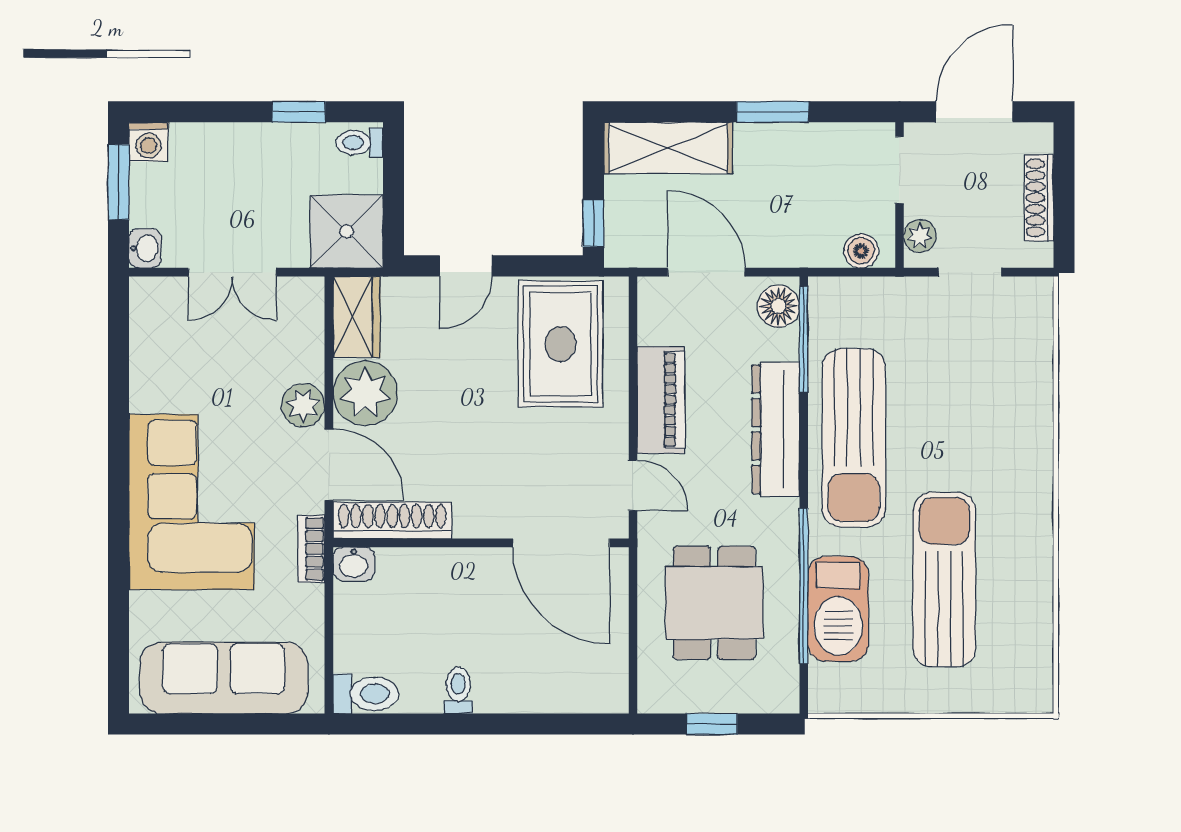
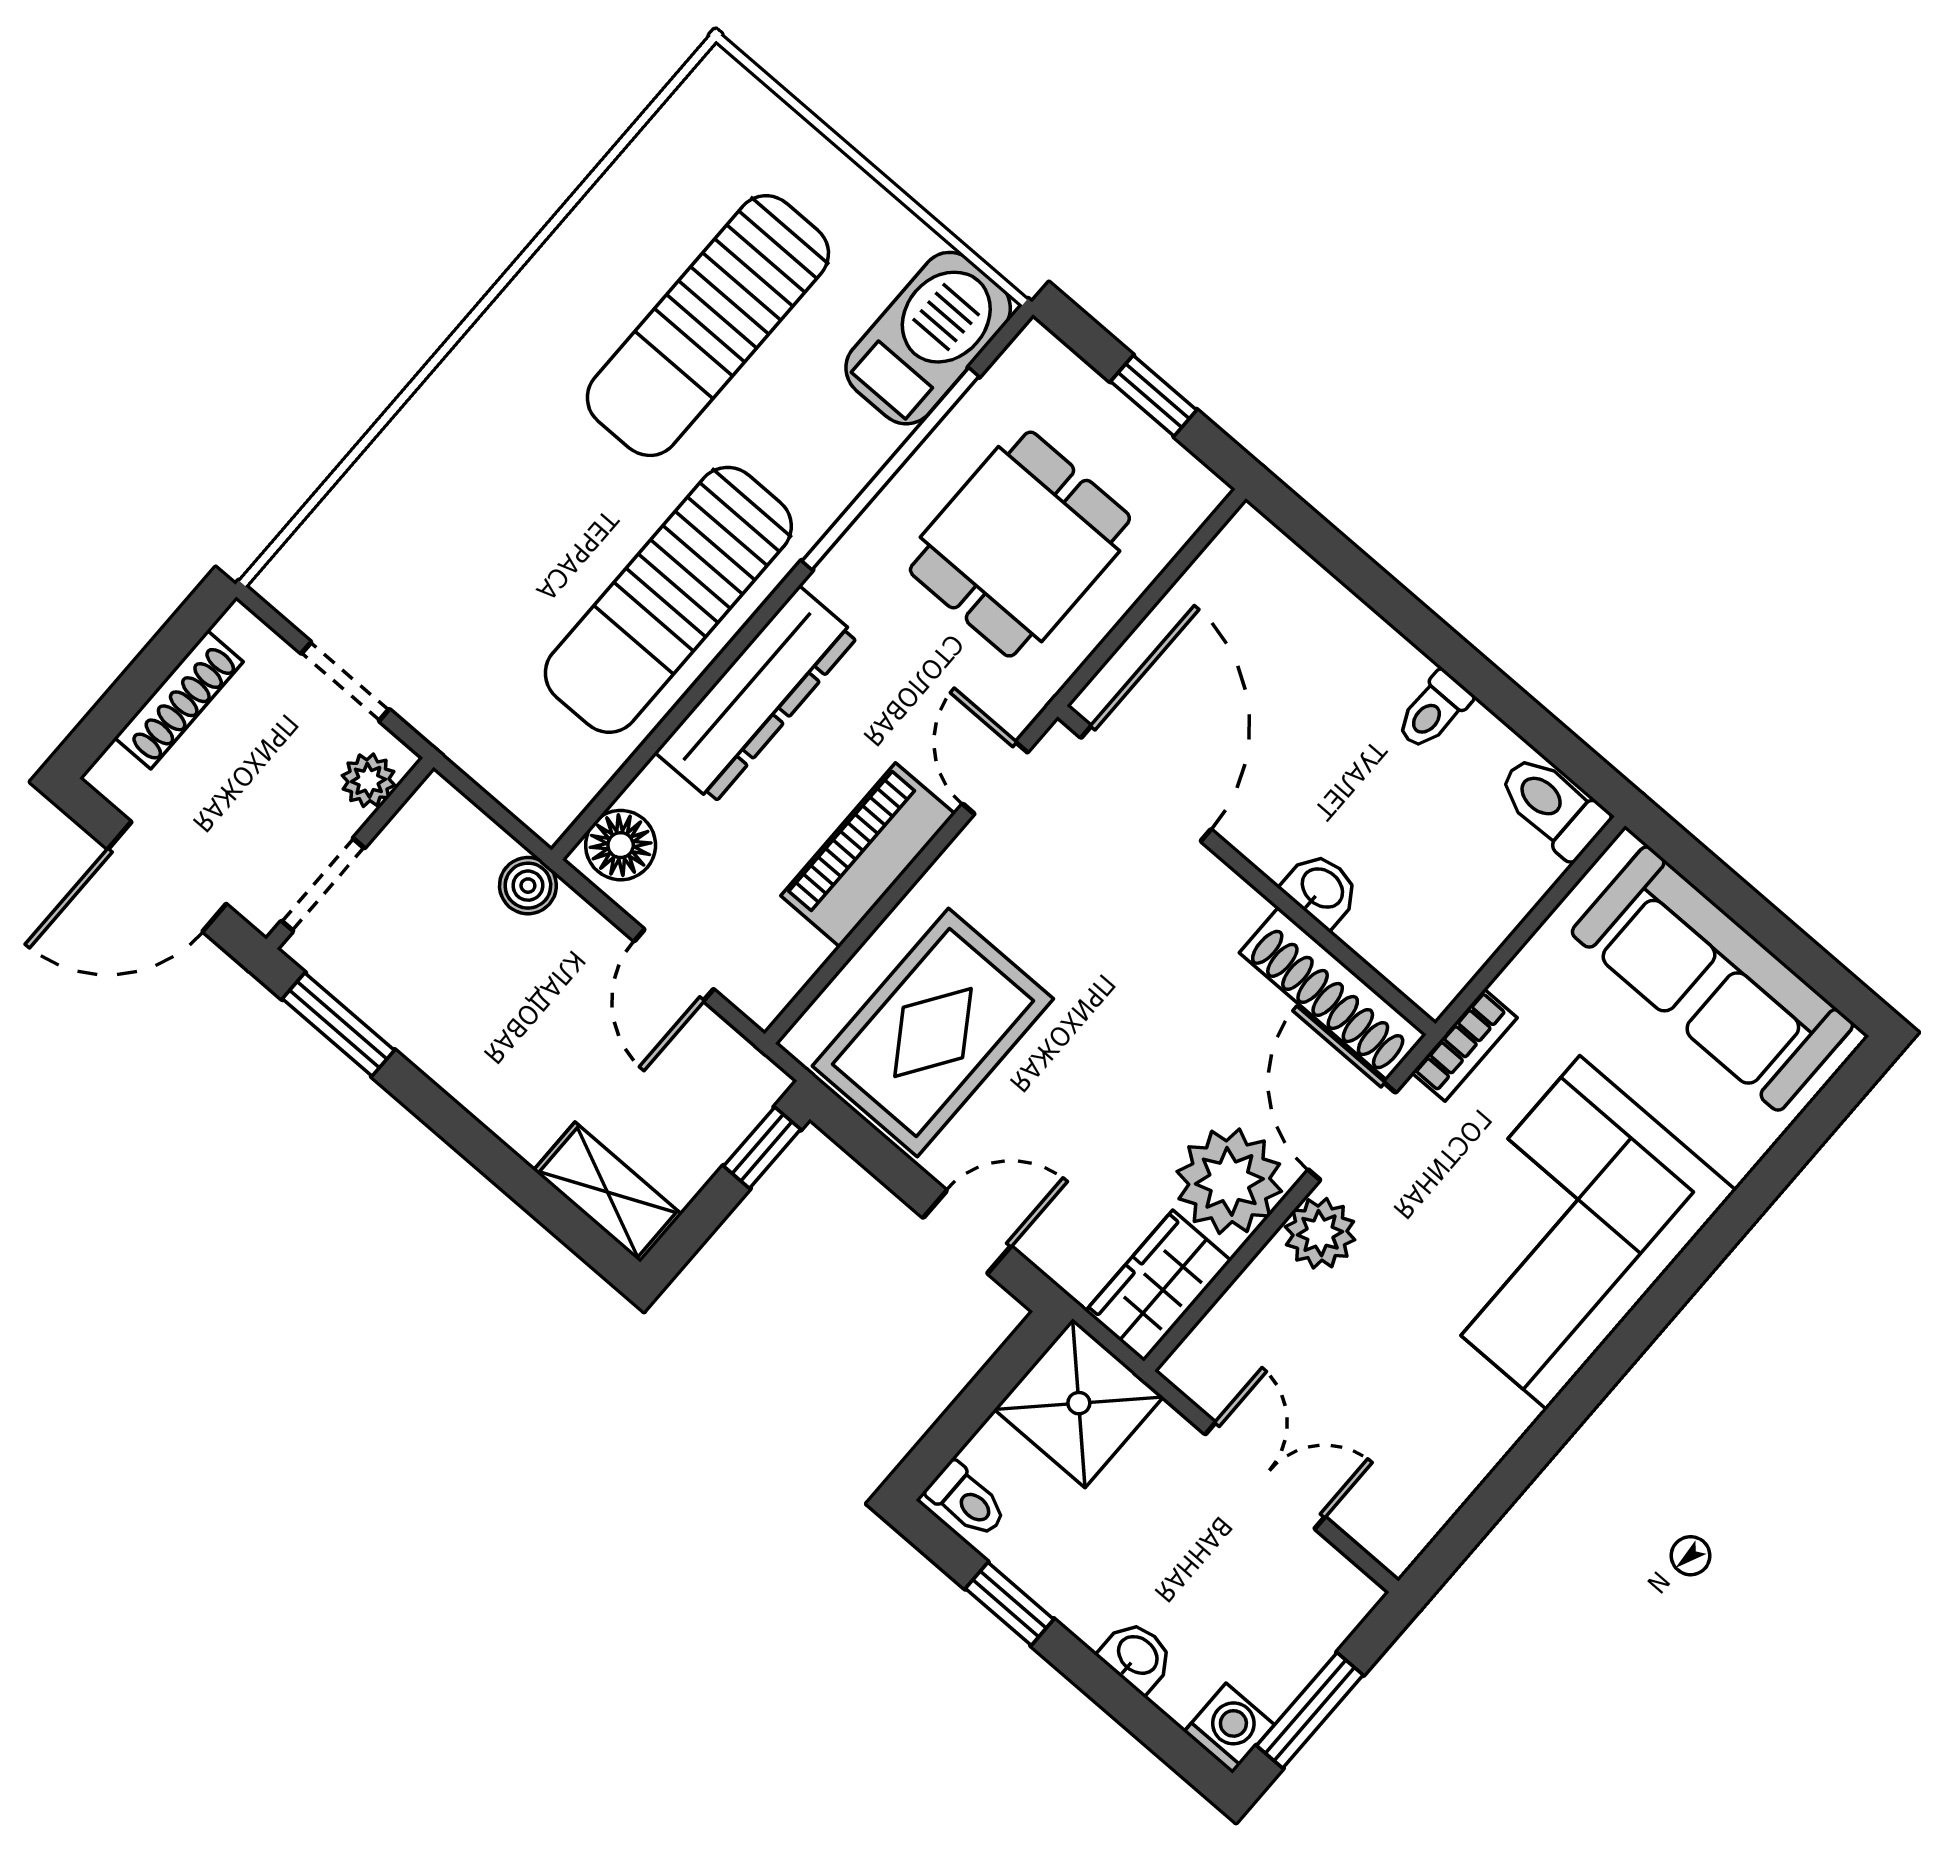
window: (773, 112) -> (338, 1025), moved
shelving: (668, 148) -> (608, 1192), width x0.67, depth x0.75
washbasin: (145, 248) -> (1137, 1656), moved, turned 90
boiler: (861, 251) -> (528, 886), moved
door: (706, 272) -> (674, 965), width x0.73
window: (804, 340) -> (625, 776), removed
sun lounger: (854, 438) -> (668, 600), turned 180
washbasin: (354, 564) -> (1321, 889), moved
barbecue: (838, 609) -> (928, 338), moved

